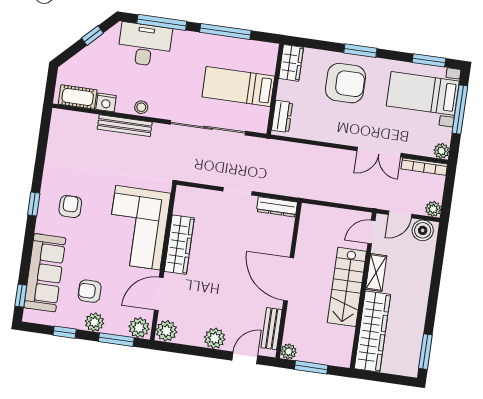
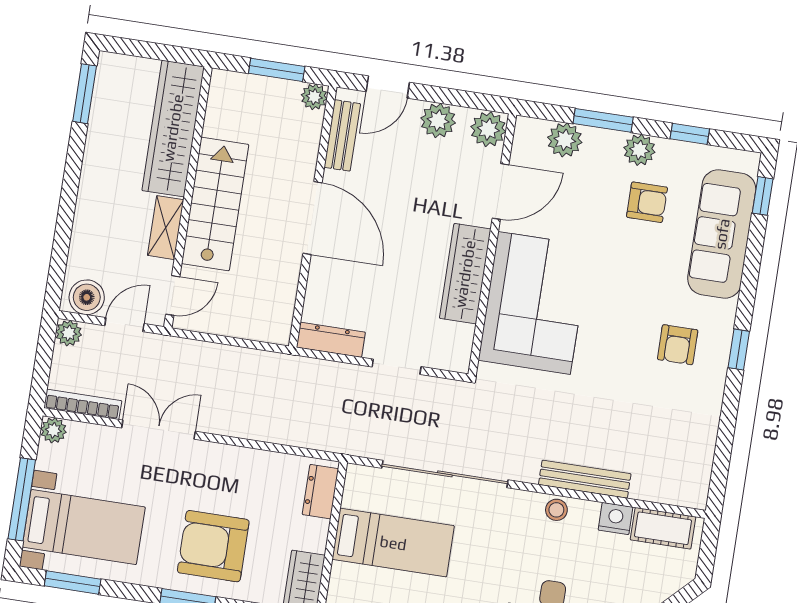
corner sofa: (138, 228) -> (534, 303), moved
wardrobe: (179, 245) -> (465, 274), moved
wall: (163, 262) -> (492, 244), moved
door: (159, 294) -> (501, 191), moved
plant: (166, 331) -> (488, 129), moved

